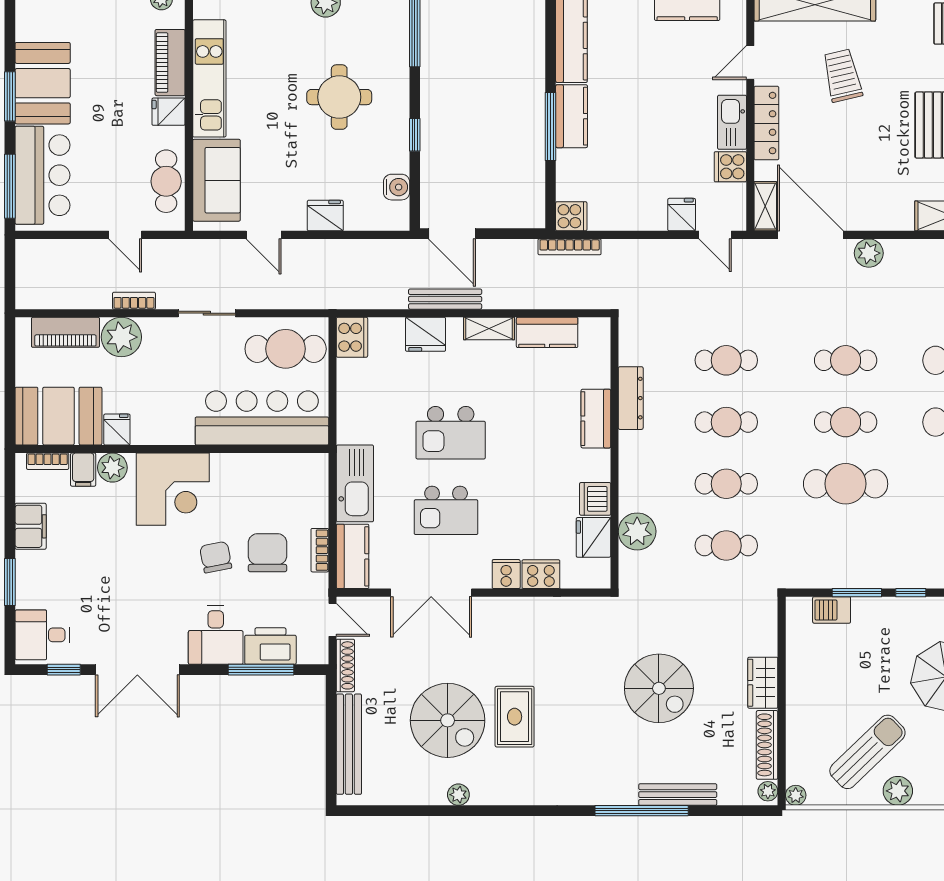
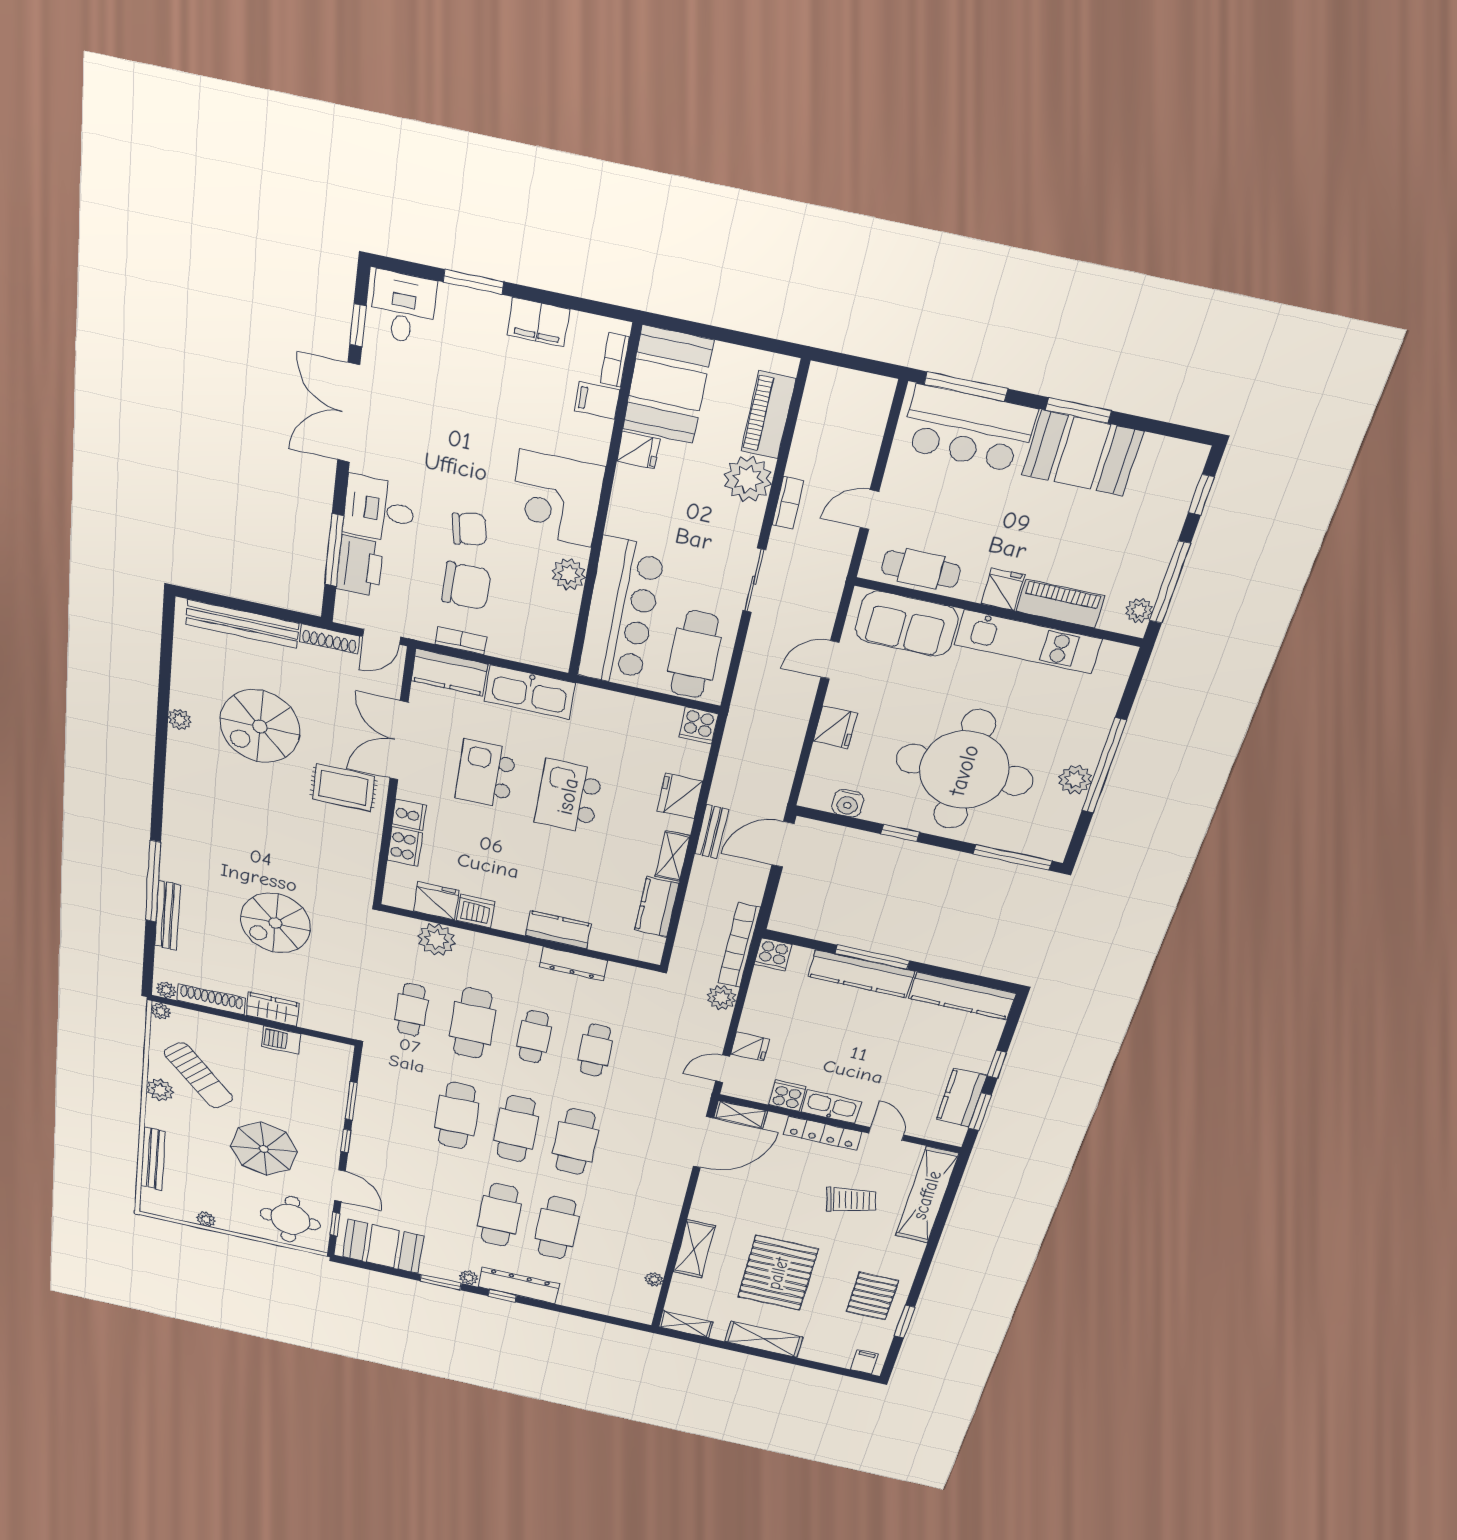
round table: (339, 97) -> (964, 770), width x1.86, depth x1.86
kitchen counter: (572, 116) -> (861, 974), width x1.50
bookcase: (570, 247) -> (739, 945), width x1.48, depth x1.31
plant: (869, 253) -> (721, 998), moved
bench: (445, 299) -> (712, 832), width x0.73
cooker: (352, 337) -> (699, 726), width x0.73
cafe table: (846, 360) -> (575, 1142), width x1.37, depth x1.35
cafe table: (846, 422) -> (516, 1129), width x1.37, depth x1.35
plant: (112, 468) -> (569, 574), moved
cafe table: (726, 484) -> (473, 1023), width x1.37, depth x1.35
barbecue: (832, 610) -> (281, 1040), moved, turned -90
rug: (515, 717) -> (344, 788), moved

